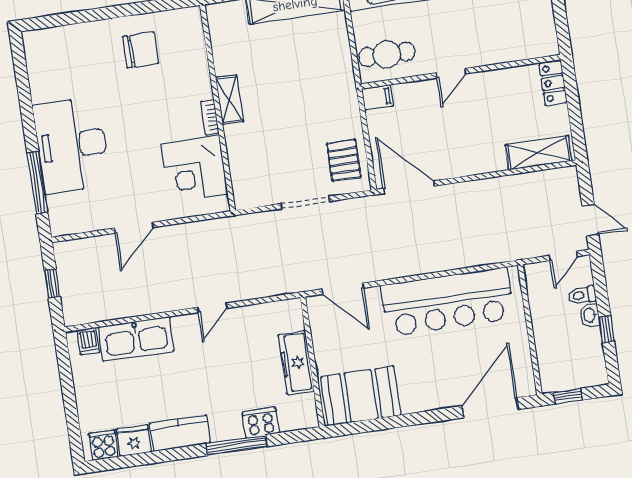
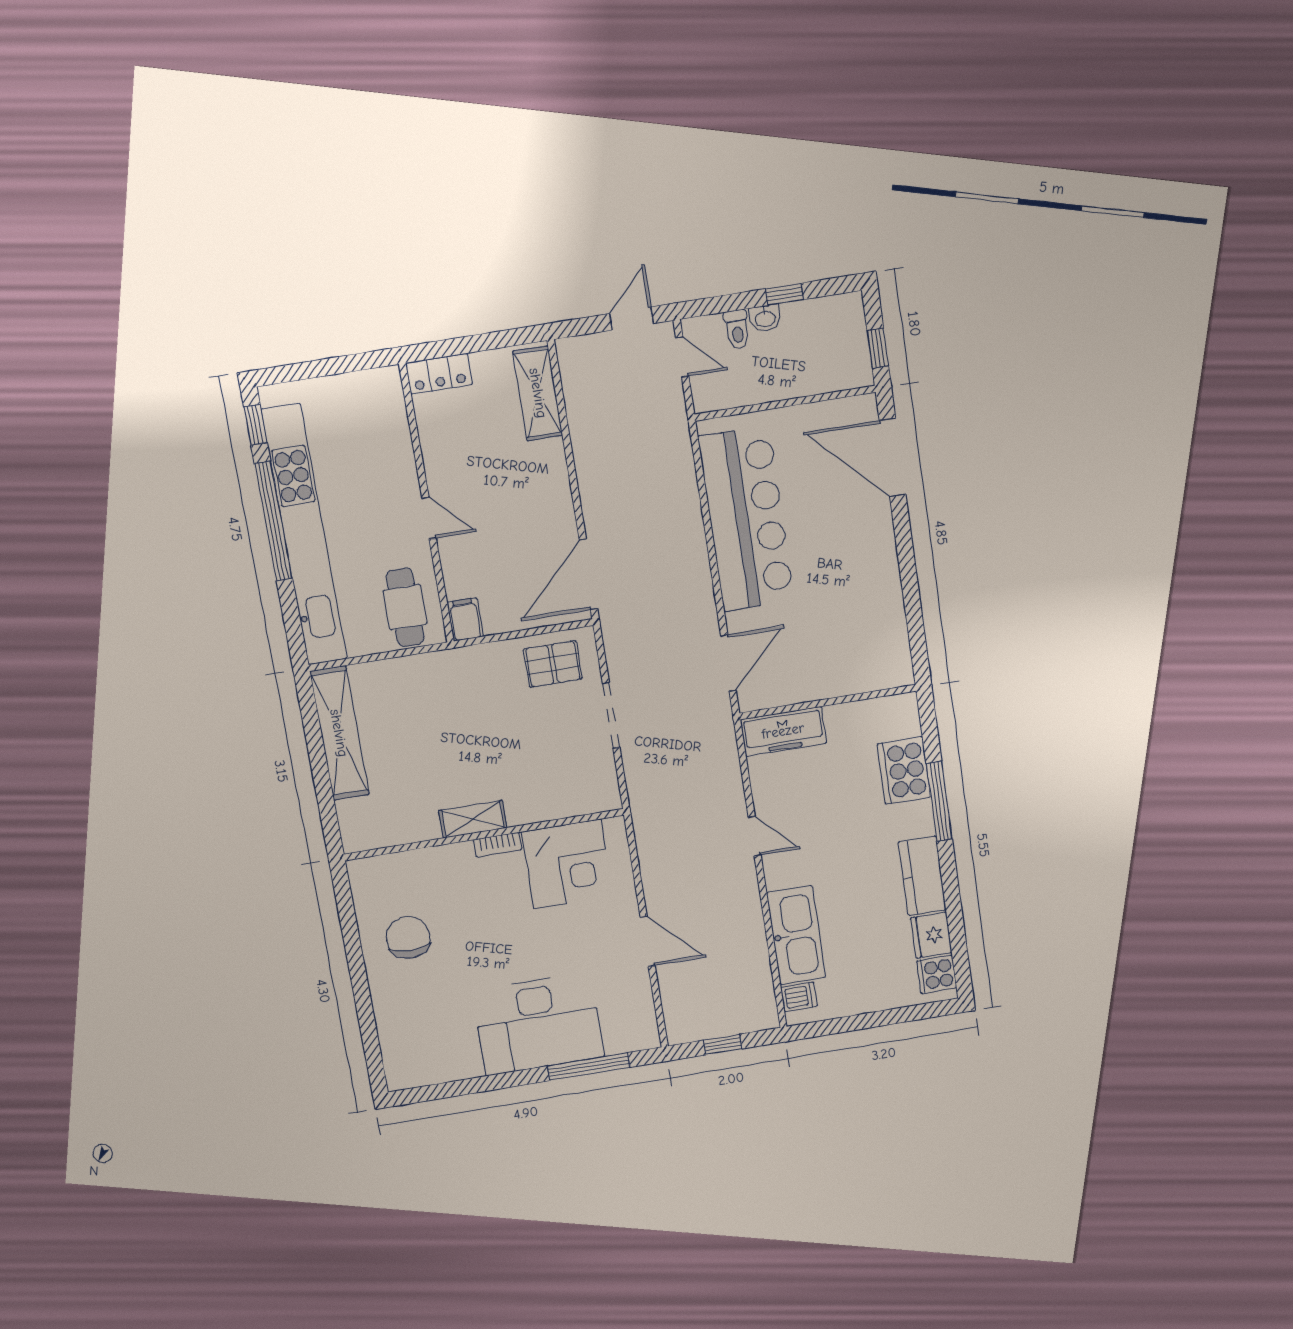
freezer: (296, 363) -> (783, 731), moved
booth: (361, 396) -> (875, 636), removed
cooker: (261, 423) -> (904, 771), width x1.37, depth x1.31

